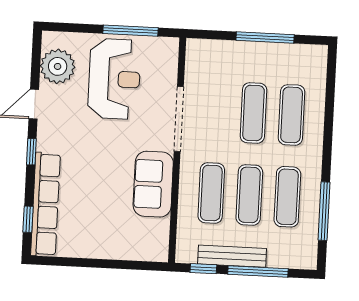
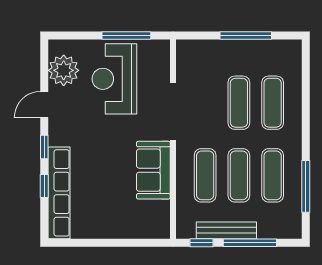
reception desk: (114, 79) -> (114, 79), turned 180
window: (28, 219) -> (44, 186), moved

